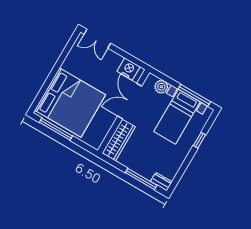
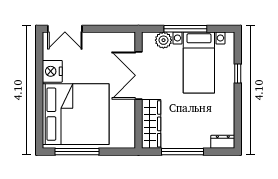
nightstand: (129, 69) -> (52, 71), moved, turned -90
window: (194, 95) -> (185, 29), moved
window: (141, 179) -> (183, 152), moved

